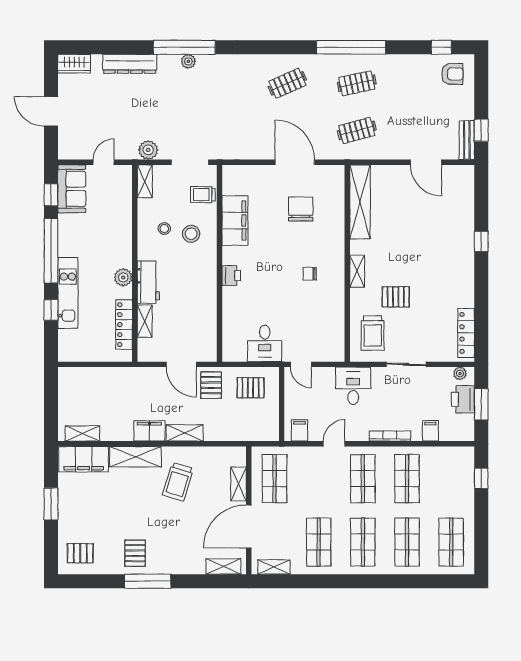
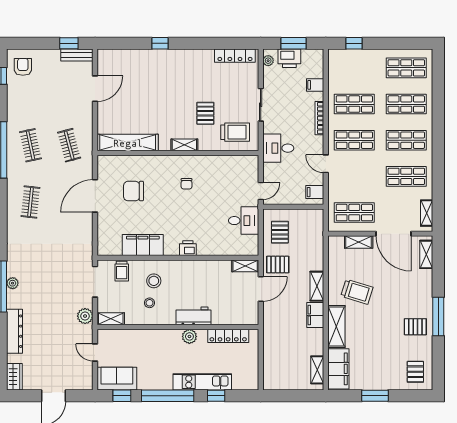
clothes rail: (287, 83) -> (30, 202), turned 30
shelving: (145, 321) -> (245, 266), moved

